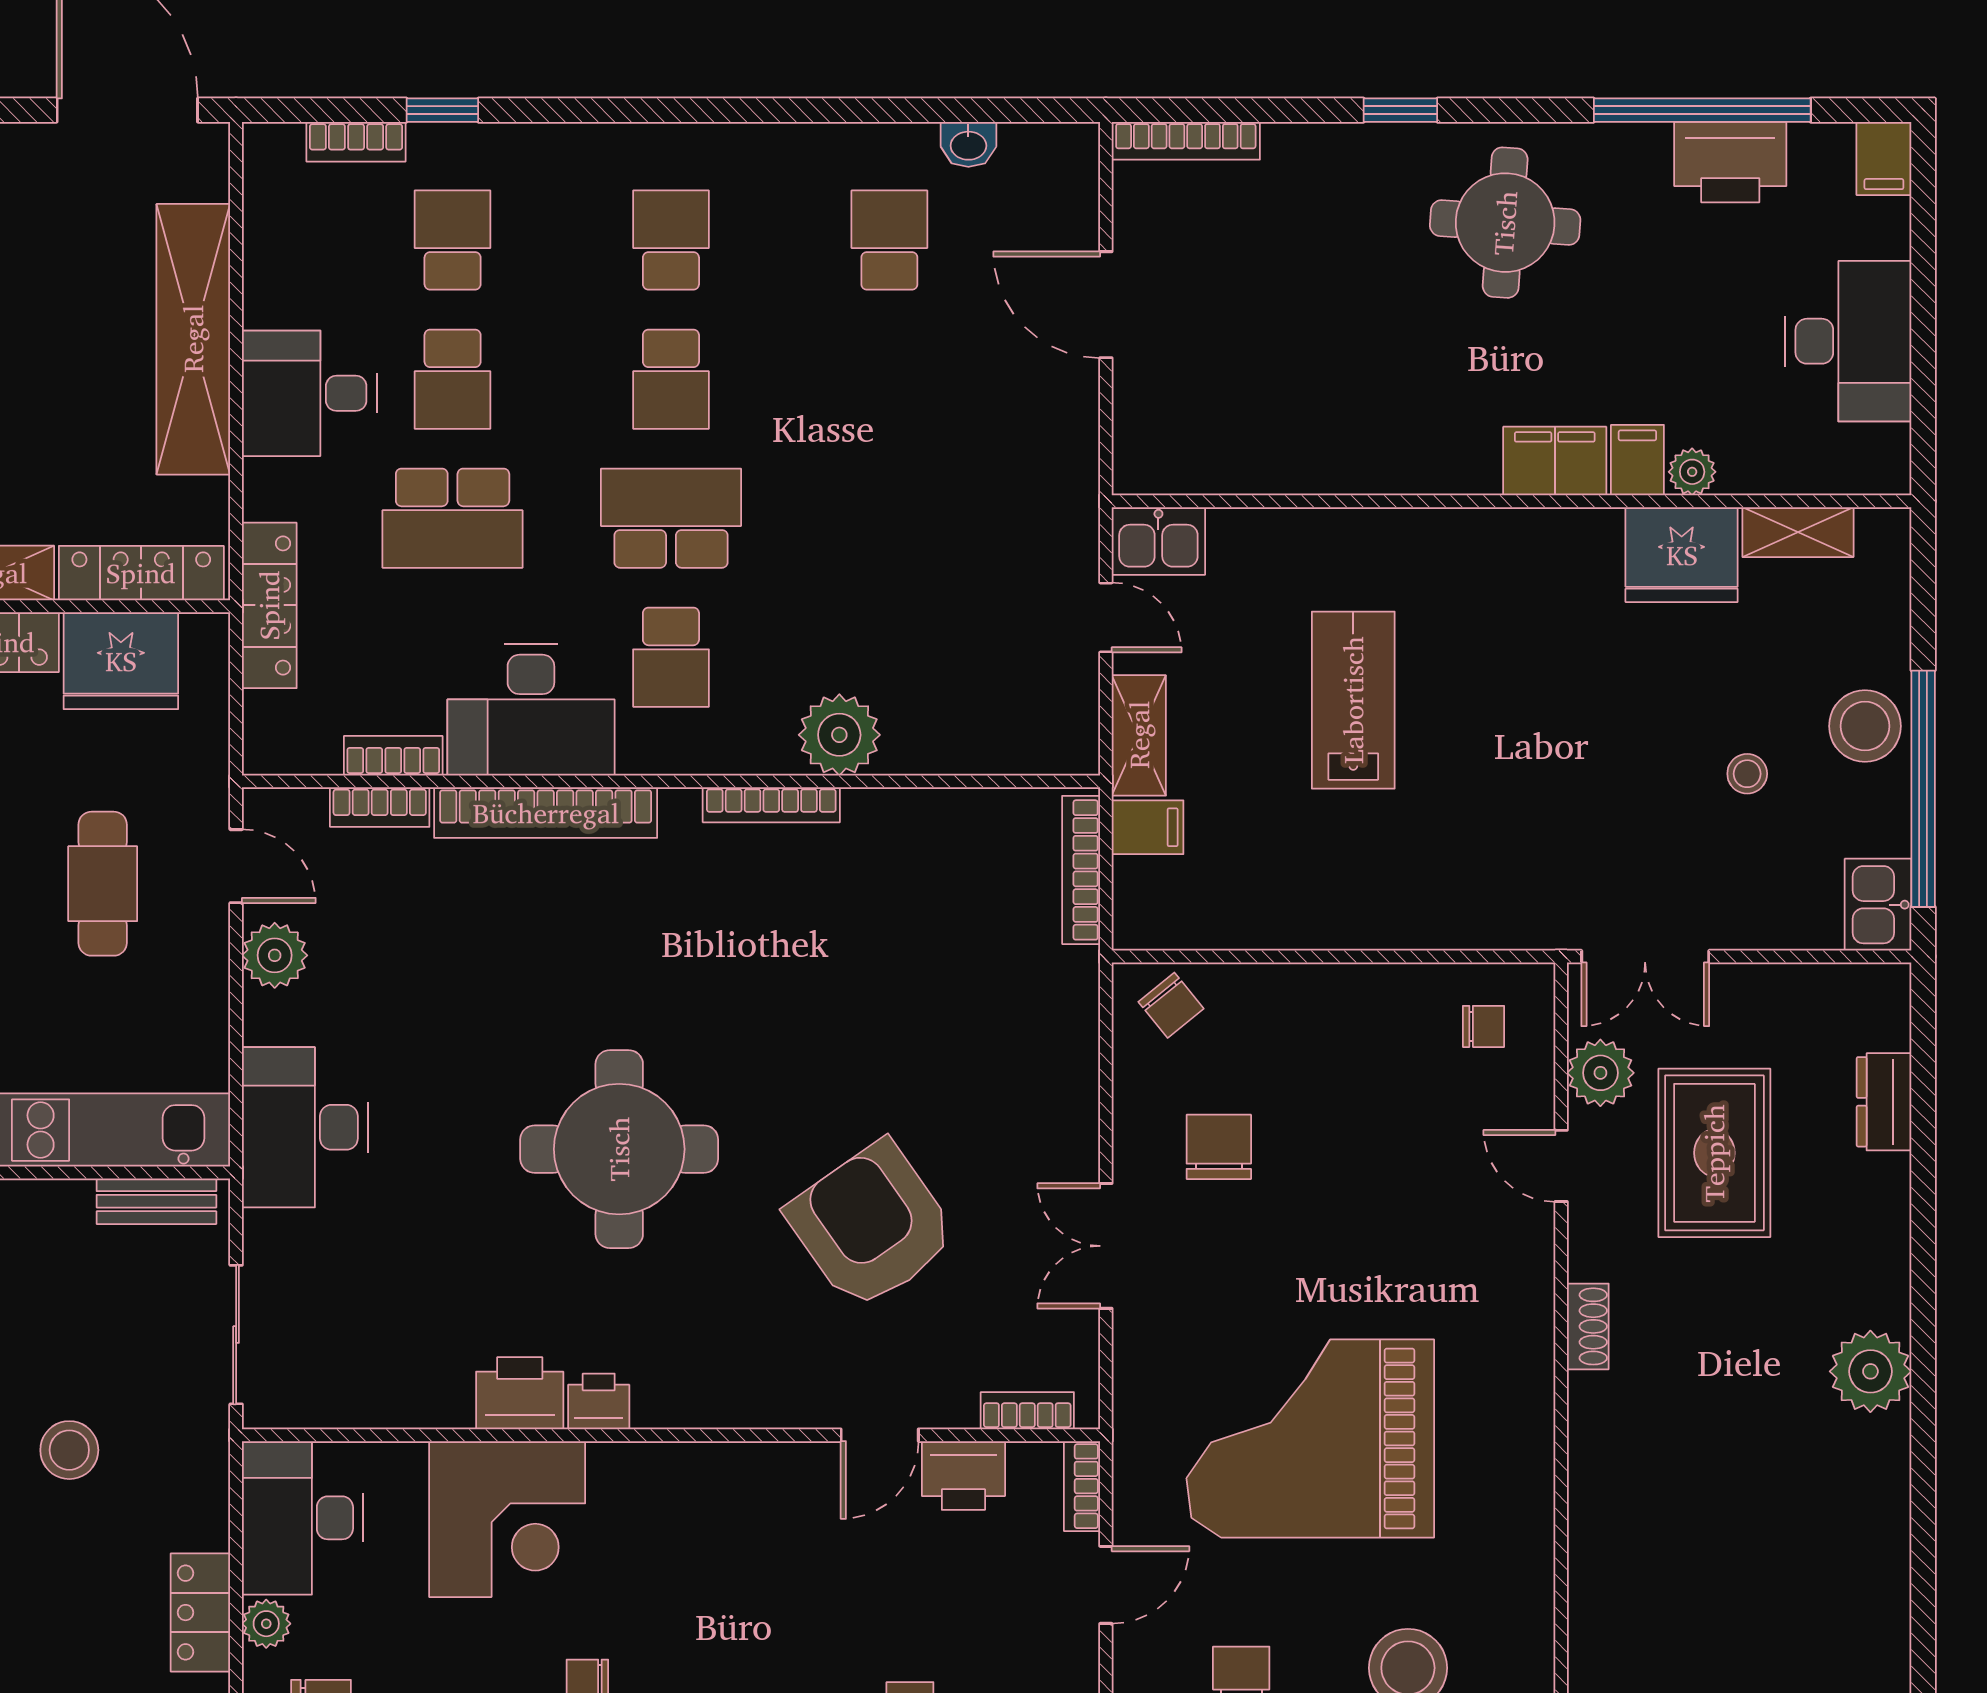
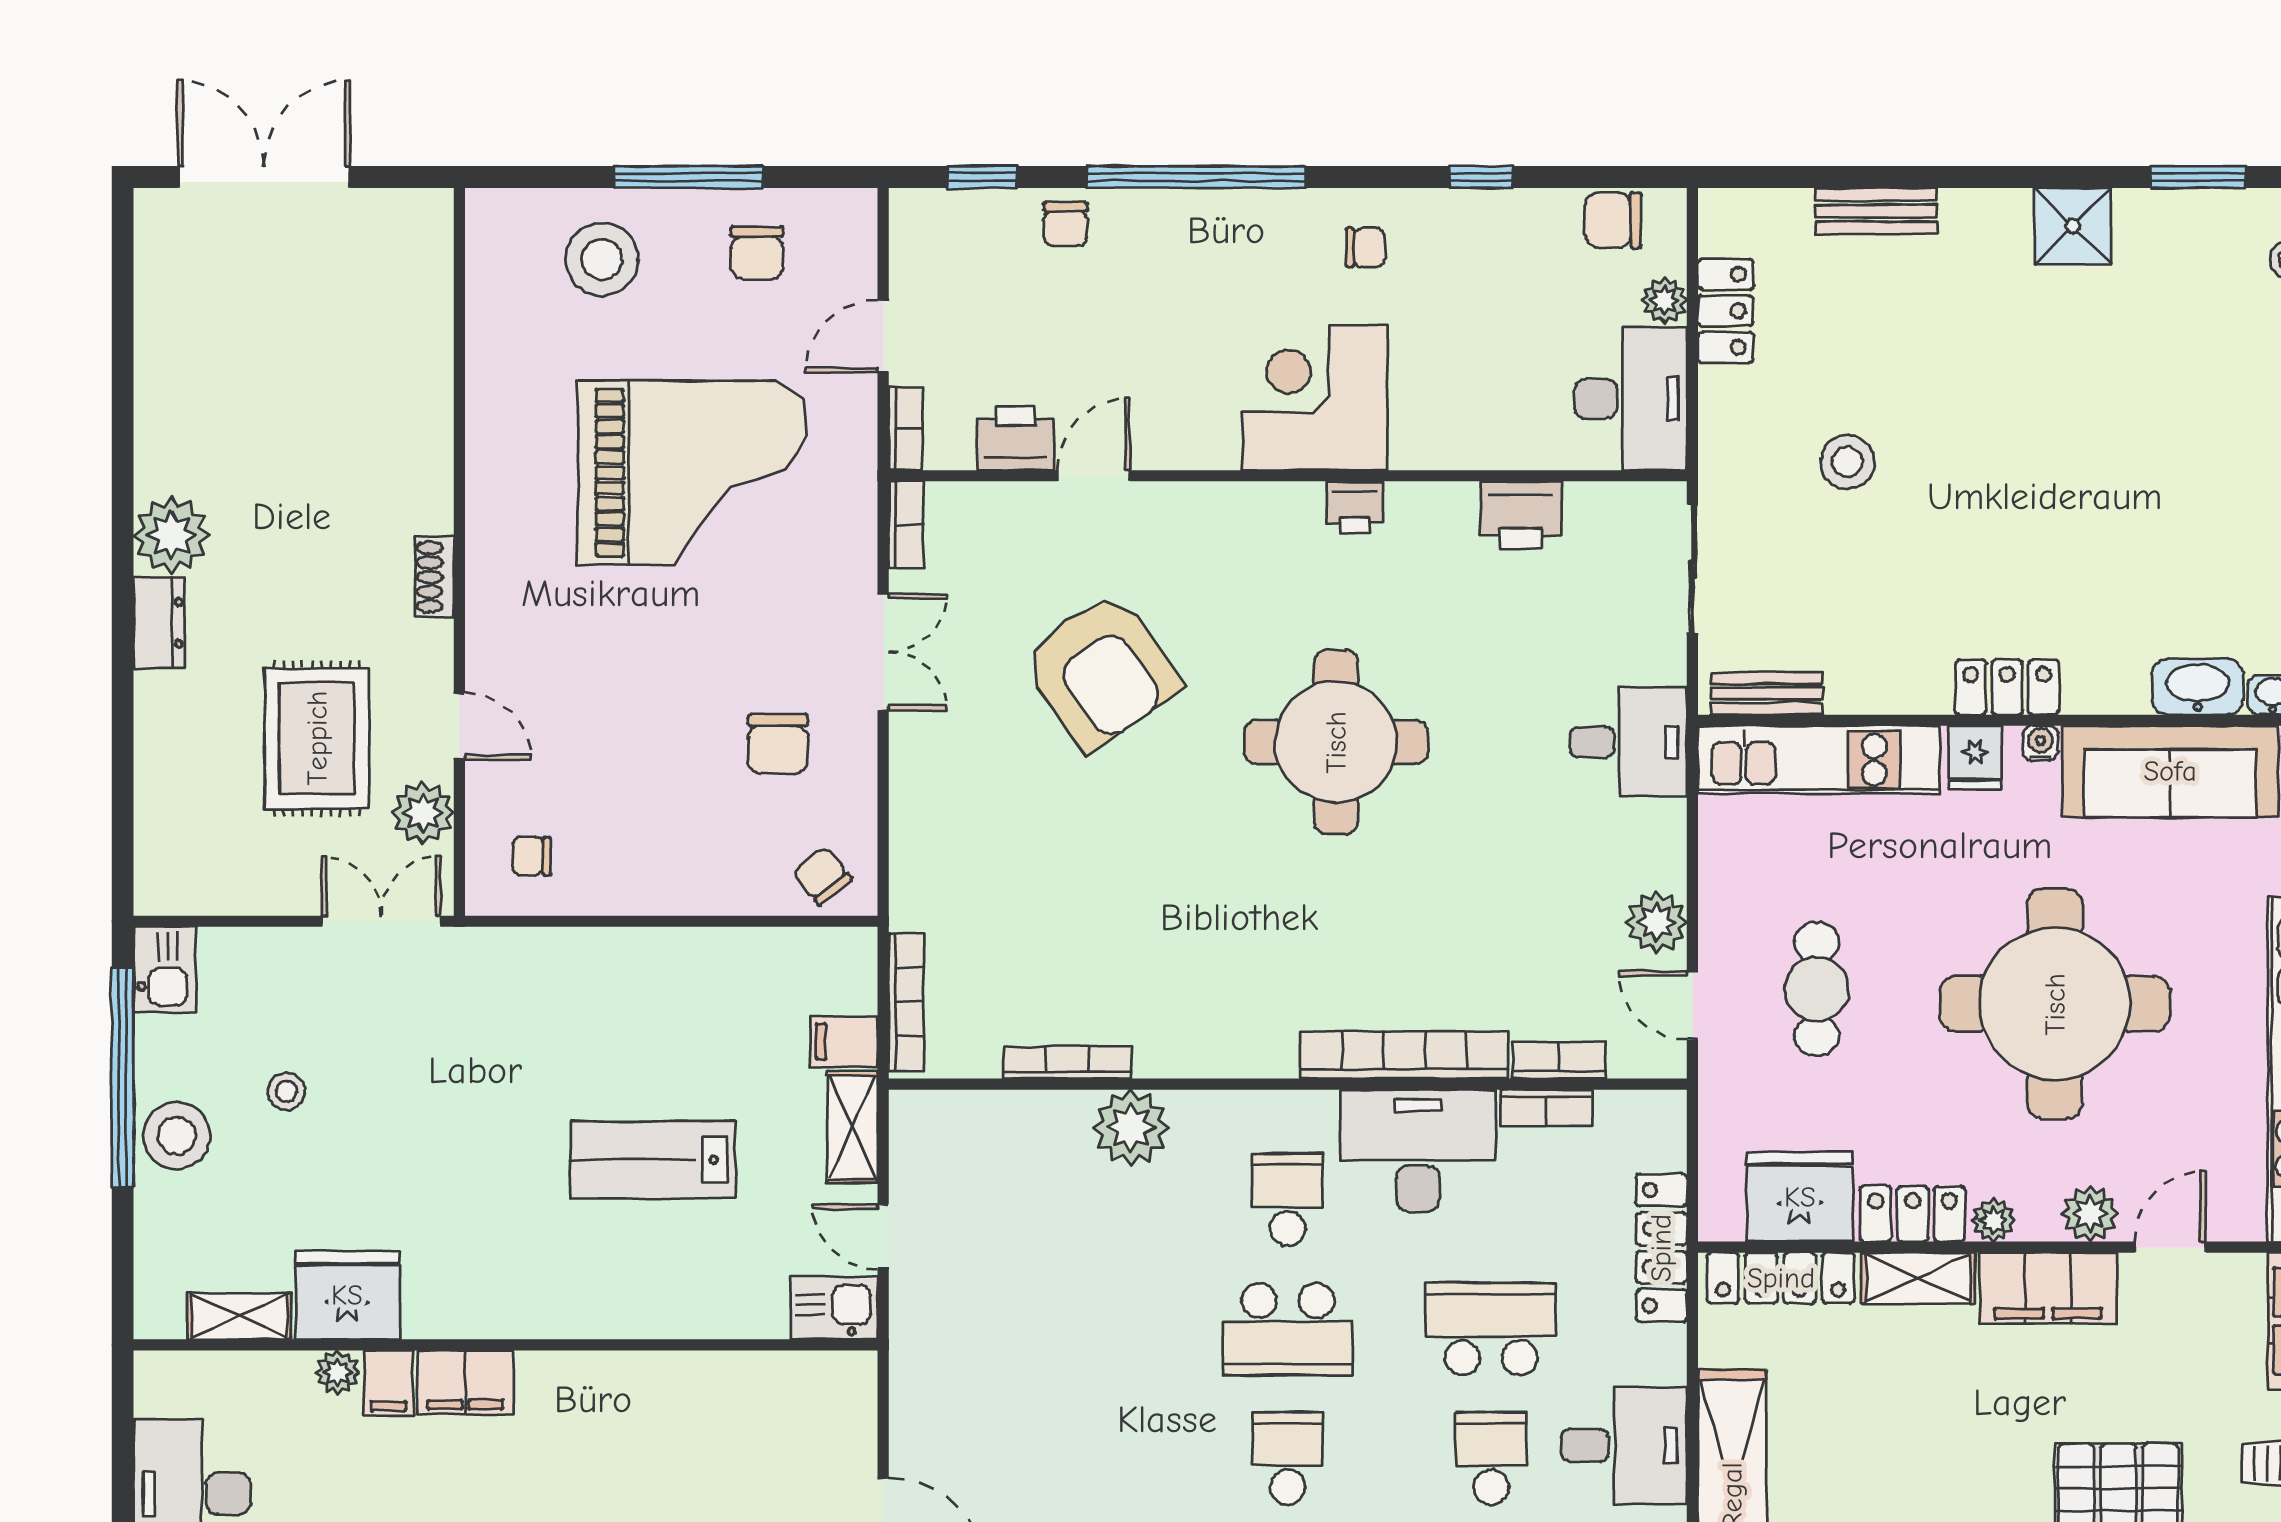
lab bench: (1353, 700) -> (653, 1160), turned 90
bookcase: (771, 805) -> (1068, 1062), moved
dresser: (1884, 1102) -> (159, 623), moved
desk: (305, 1127) -> (1628, 742), width x0.73
printer: (520, 1393) -> (1521, 515), moved
bookcase: (1027, 1411) -> (906, 525), moved, turned -90
corner desk: (507, 1519) -> (1315, 398), moved

